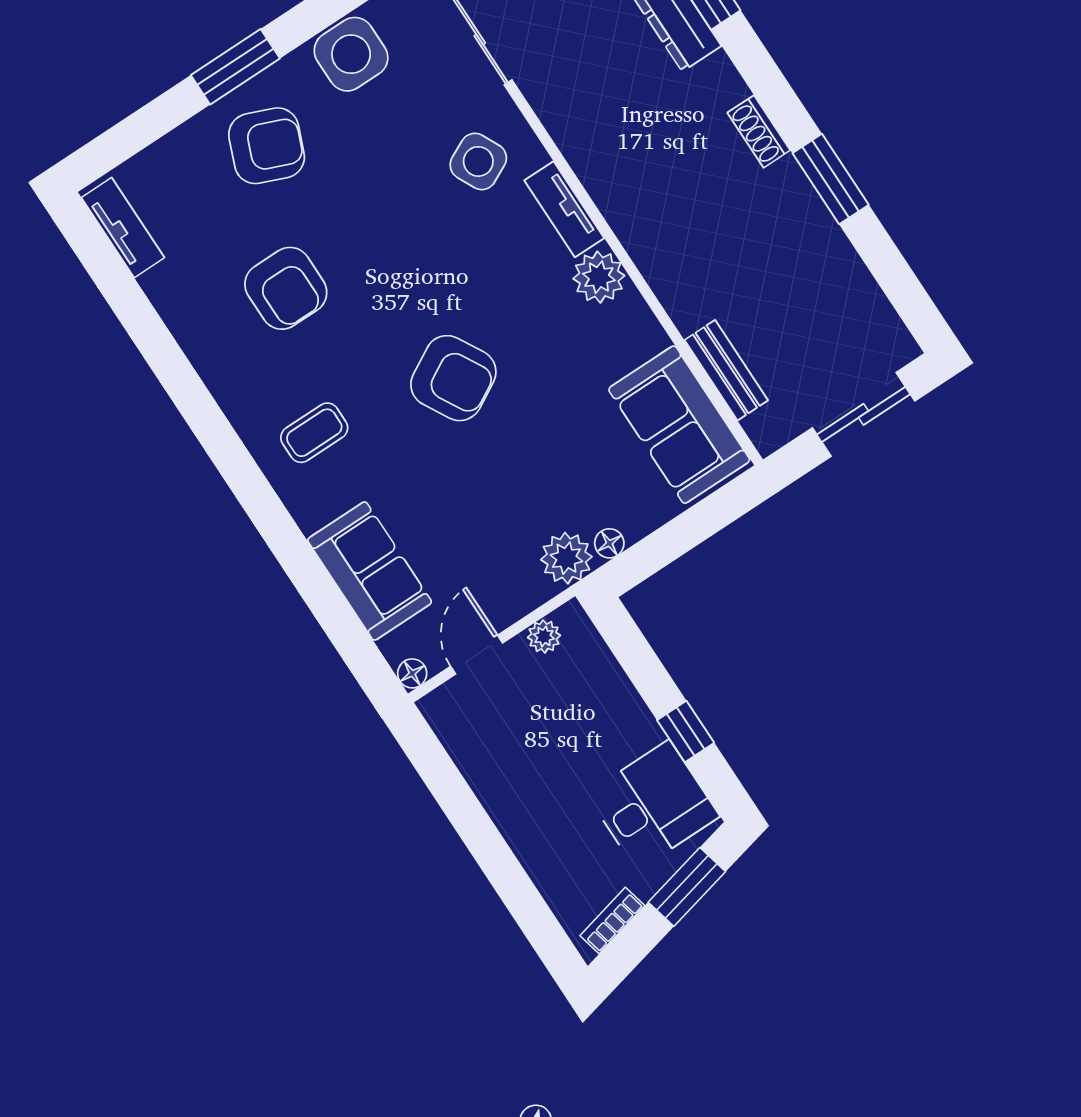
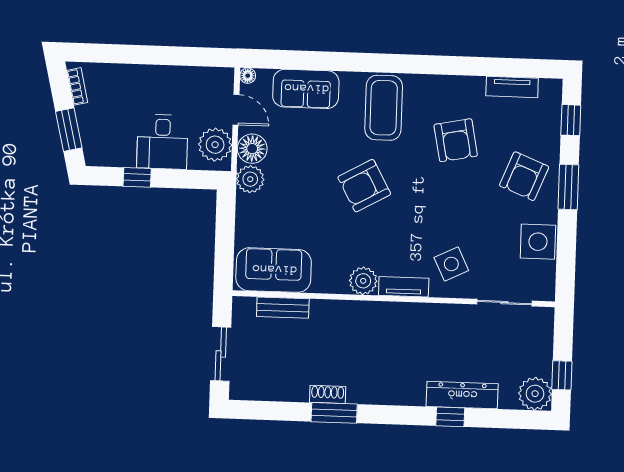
shoe rack: (759, 131) -> (328, 394), moved
window: (131, 135) -> (571, 120), added
tv unit: (123, 228) -> (512, 87), moved
armchair: (286, 288) -> (456, 140), turned -101
coffee table: (314, 433) -> (384, 108), width x1.86, depth x1.72
floor lamp: (609, 543) -> (252, 149), moved, width x1.89, depth x1.89
plant: (544, 636) -> (215, 145), width x1.88, depth x1.88
desk: (653, 805) -> (162, 142), moved

